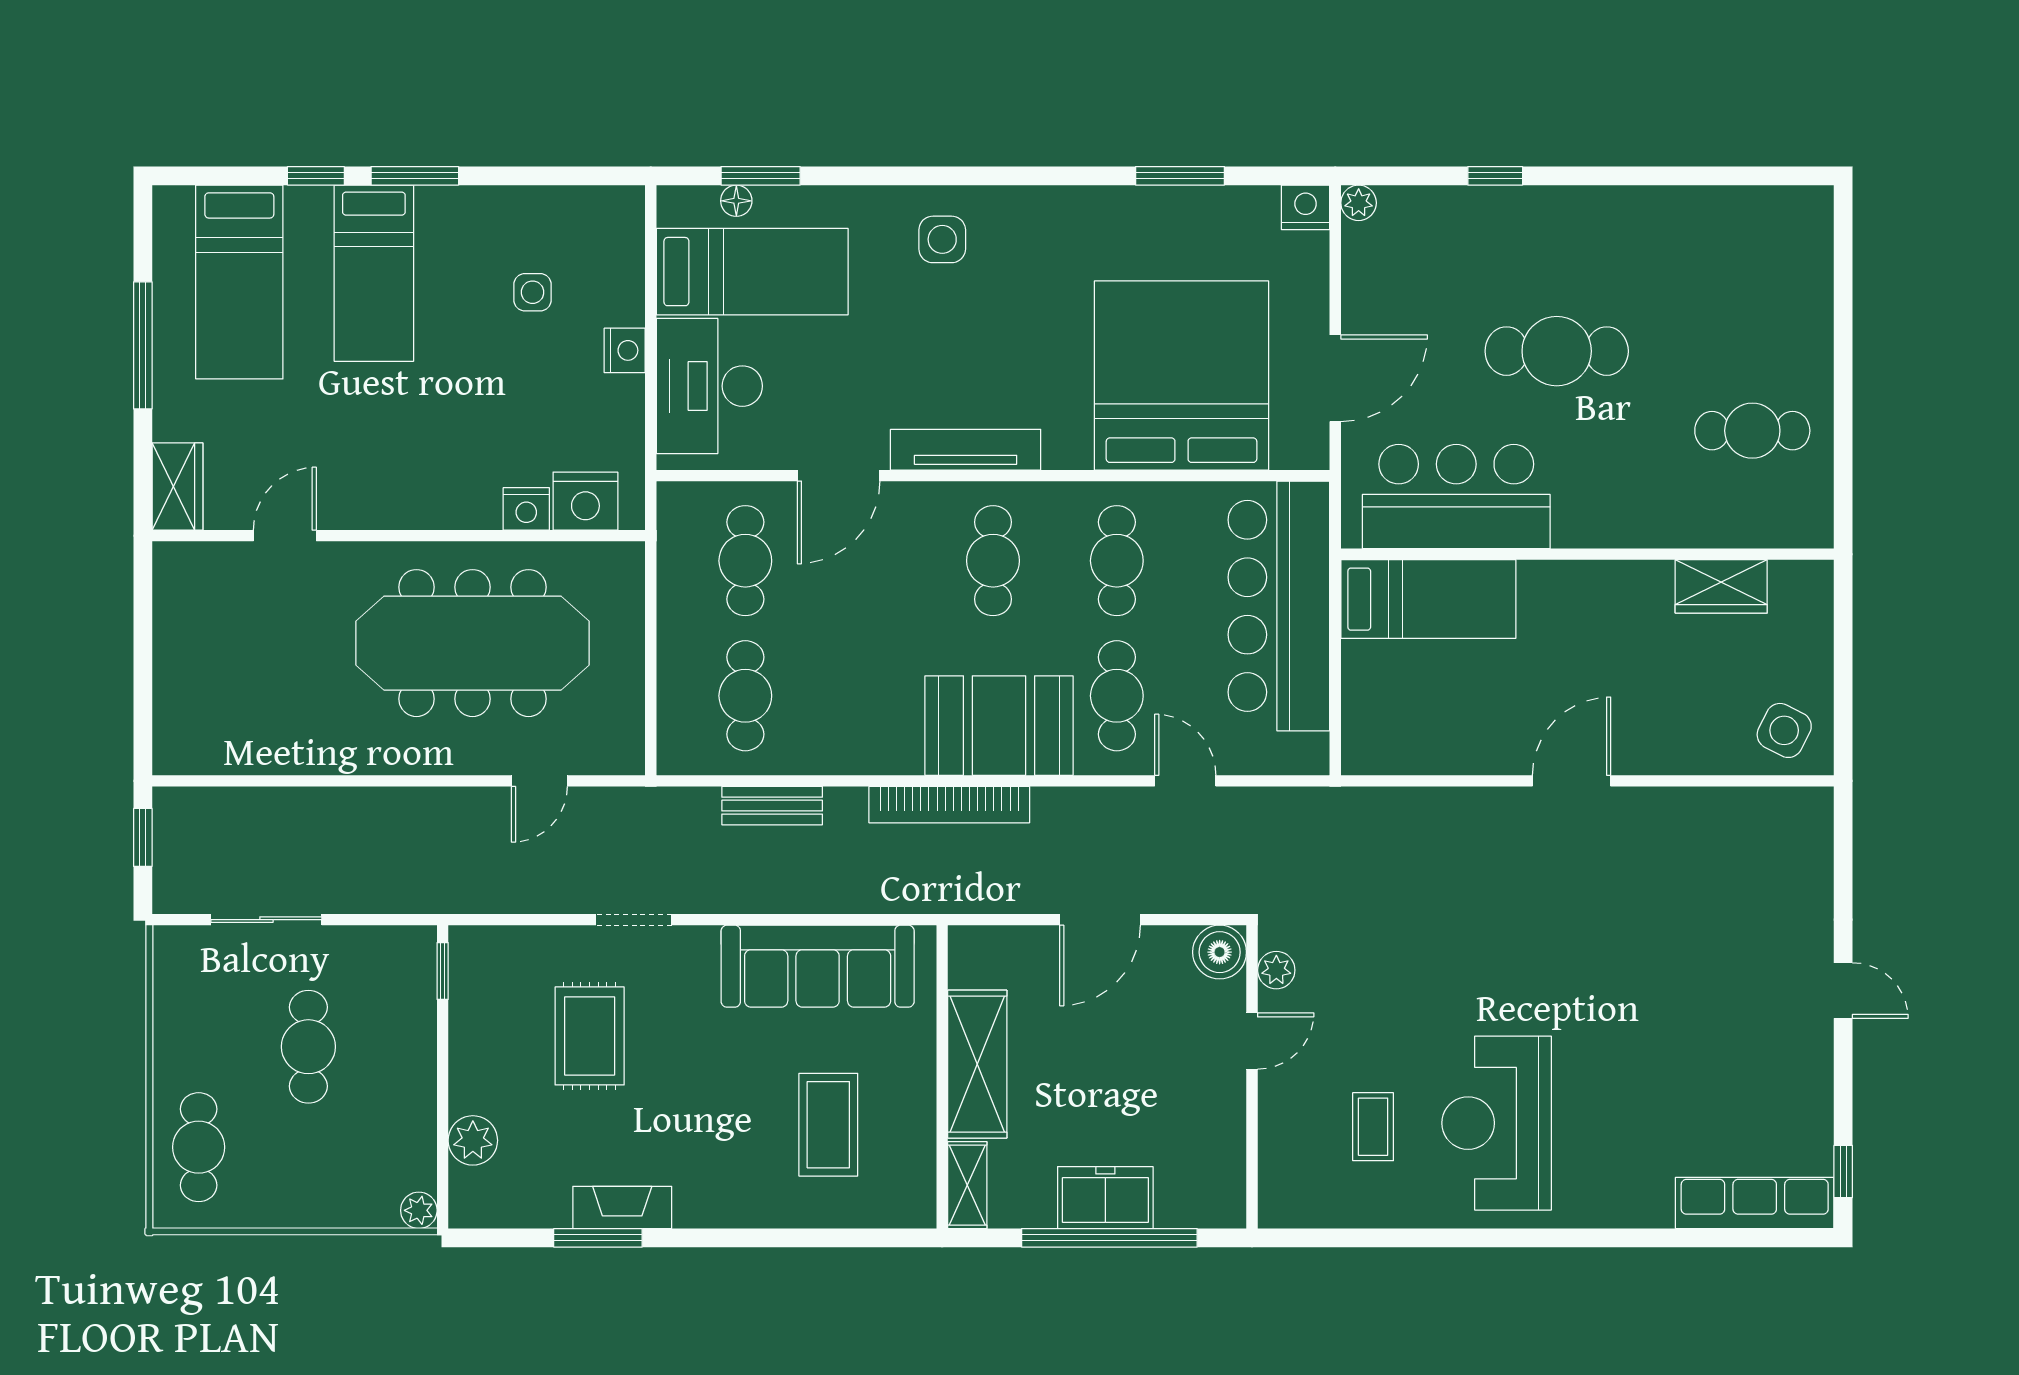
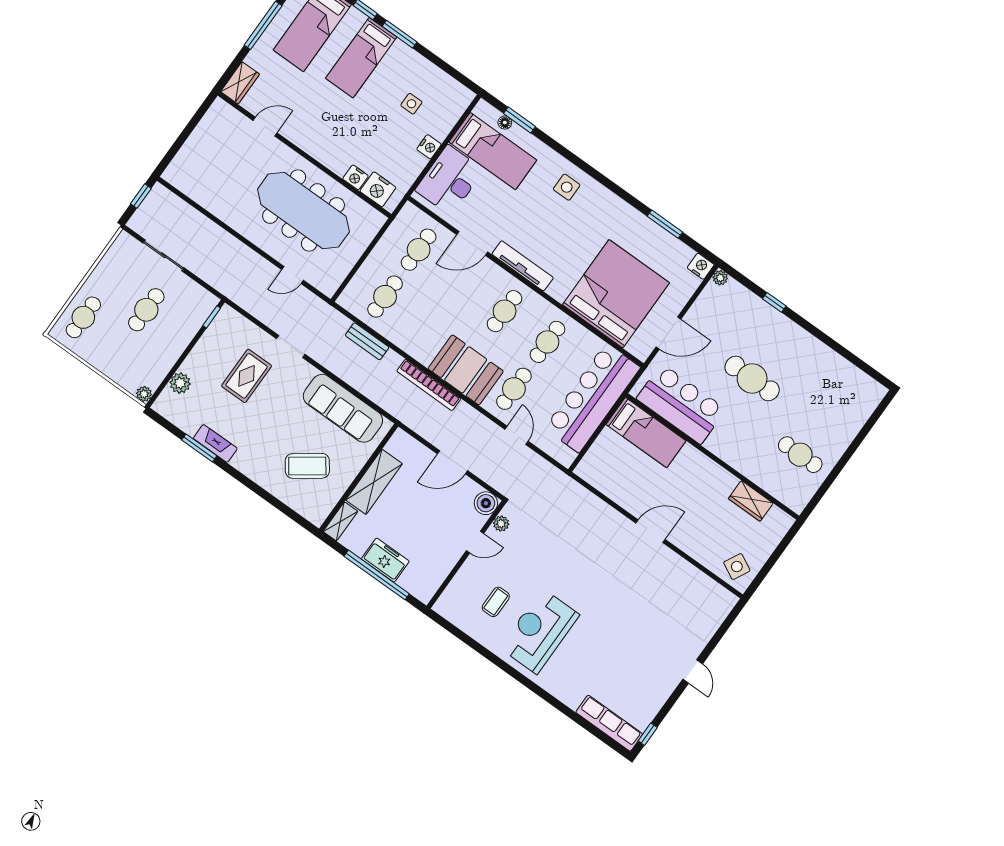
coffee table: (828, 1125) -> (307, 466), turned 54

